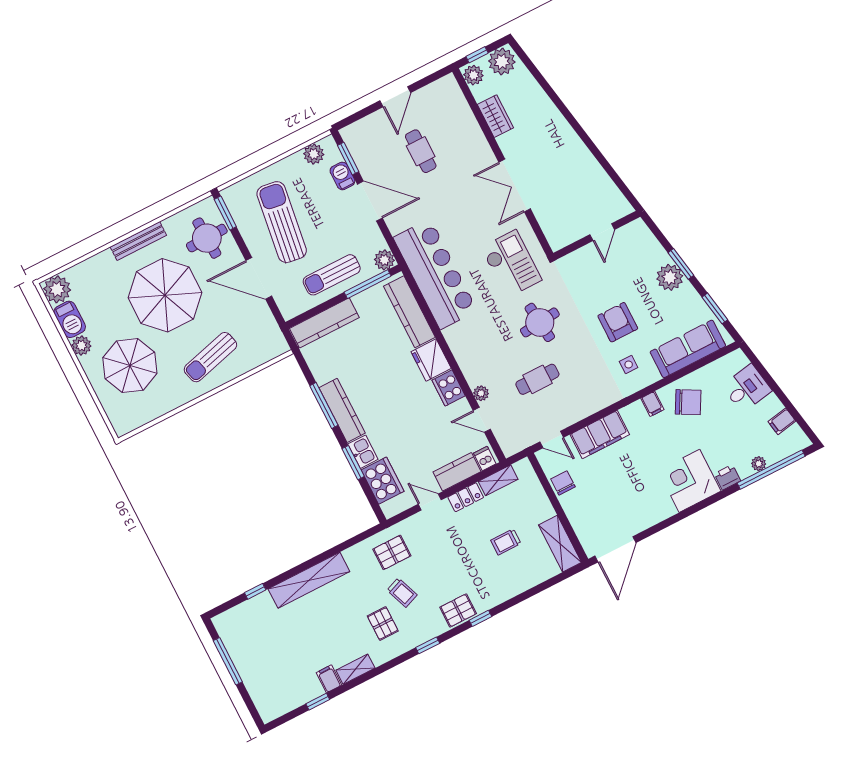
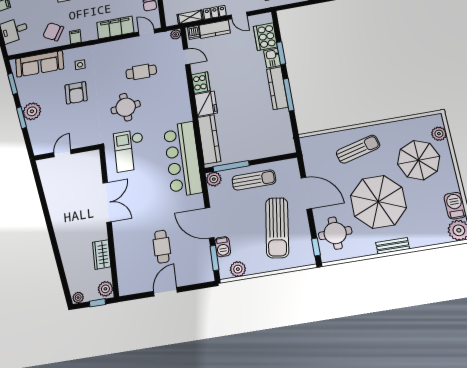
plant: (502, 62) -> (78, 298), width x0.53, depth x0.53
window: (225, 213) -> (316, 247), width x0.67
bench: (138, 241) -> (393, 246), width x0.73
kitchen counter: (324, 323) -> (270, 149), removed
plant: (81, 346) -> (439, 134), moved
plant: (481, 393) -> (176, 34), moved

